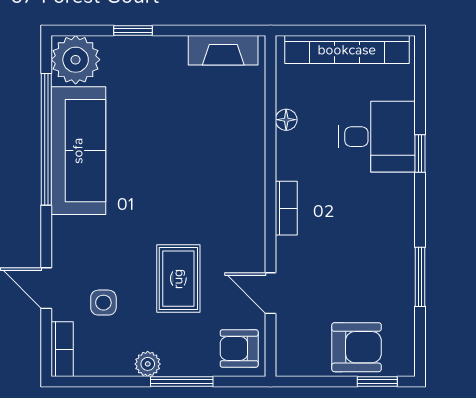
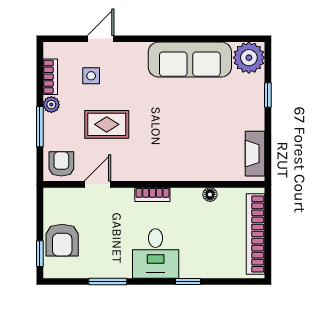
desk: (377, 137) -> (156, 254), moved
window: (46, 139) -> (197, 39), removed
bookcase: (62, 349) -> (50, 77), moved, turned -90

